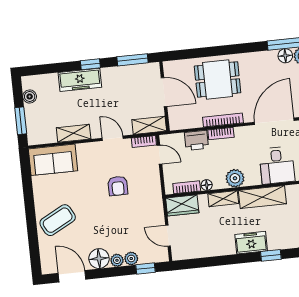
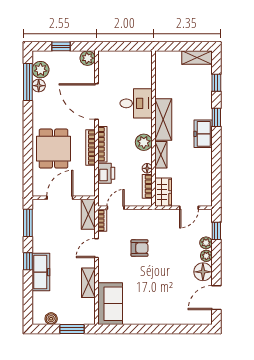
bookcase: (221, 134) -> (102, 144), width x1.56
coffee table: (58, 220) -> (165, 305), removed

